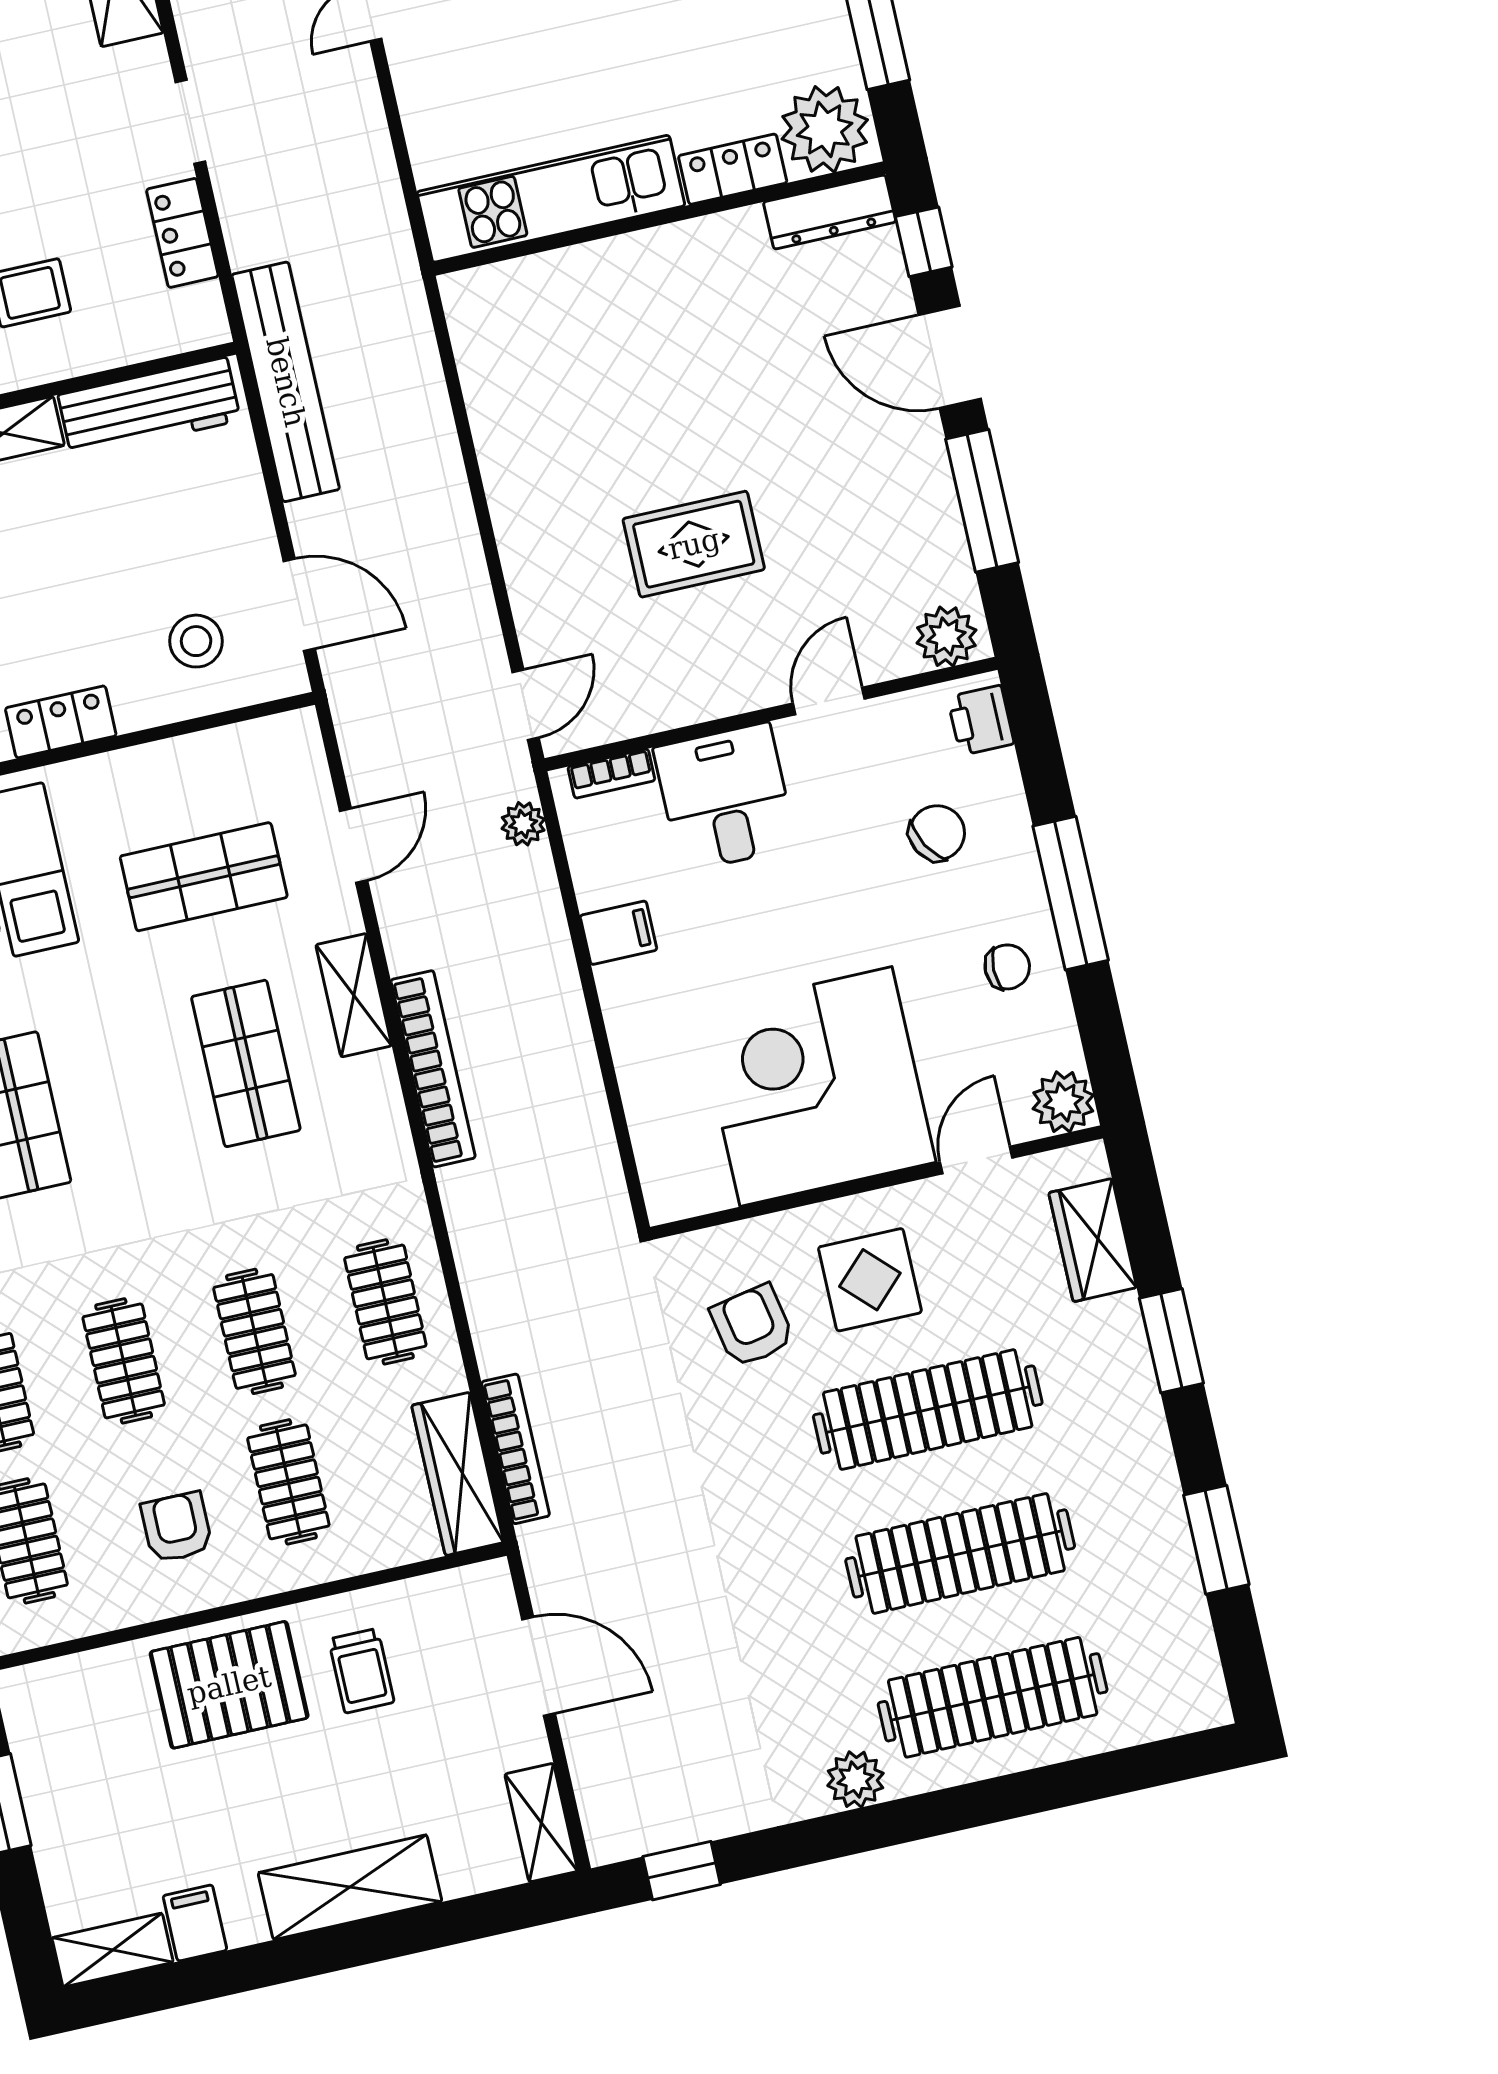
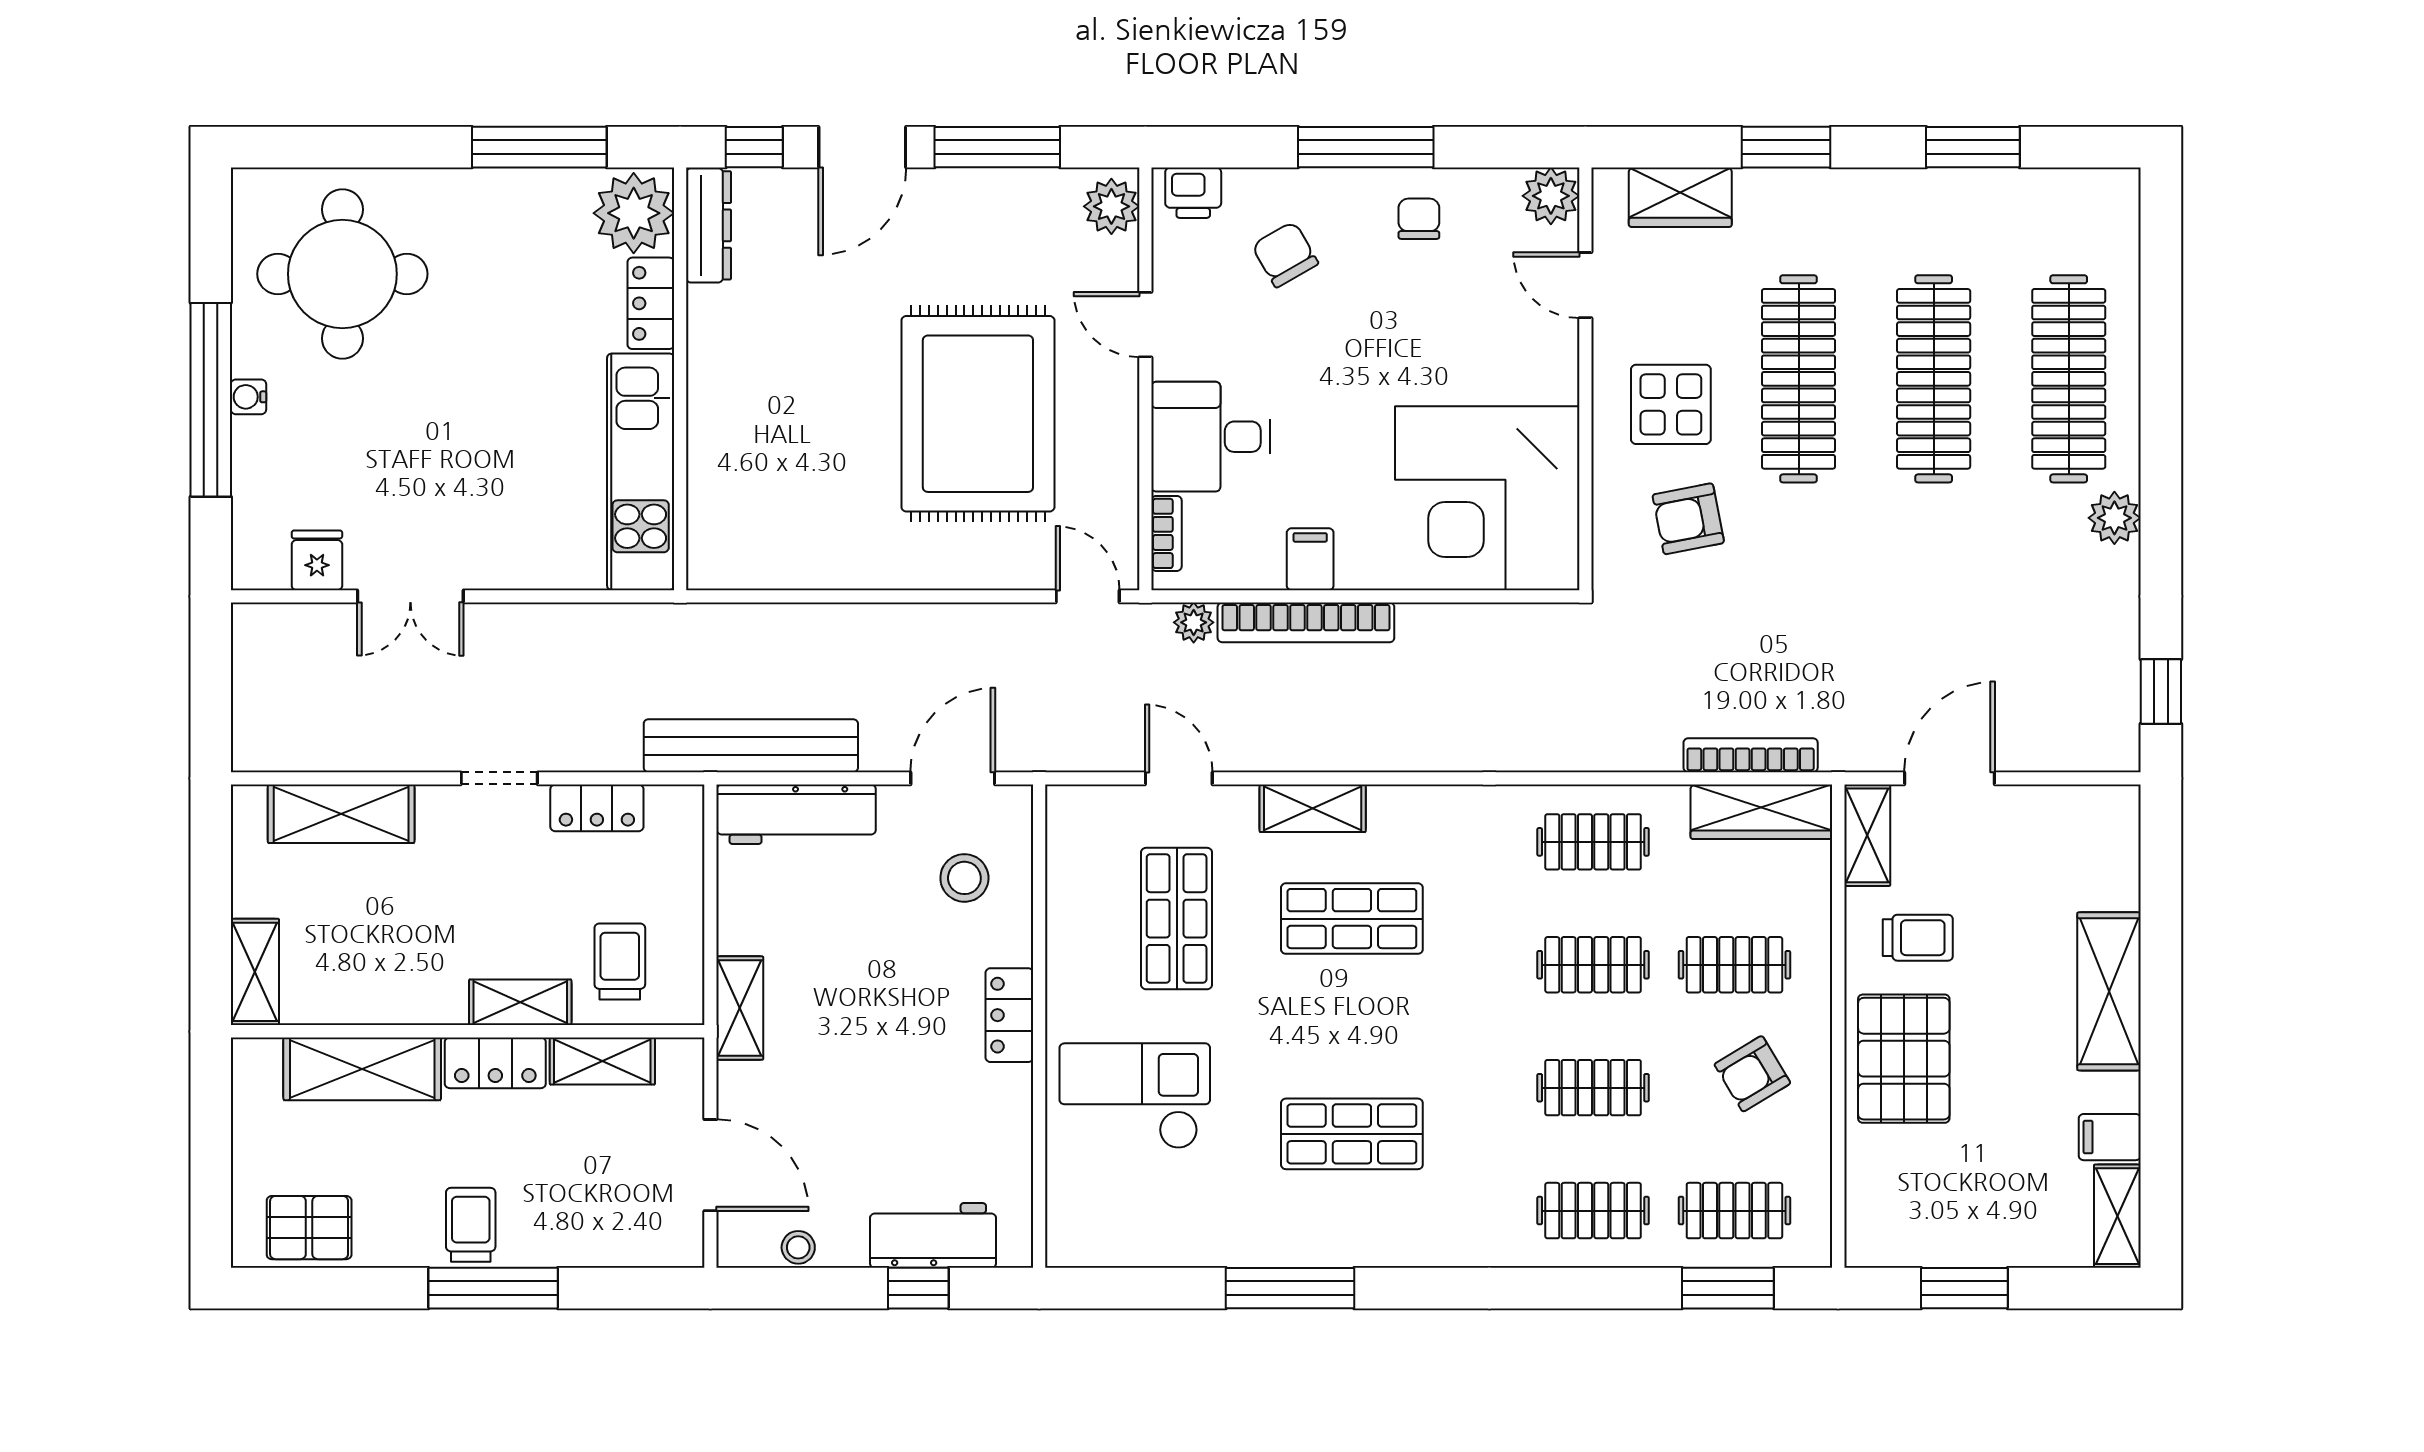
workbench: (149, 408) -> (796, 814), moved, turned 90
rug: (694, 544) -> (978, 414), width x1.86, depth x2.06
bookcase: (433, 1069) -> (1306, 622), moved, turned 180
corner desk: (816, 1086) -> (1487, 498), moved
armchair: (177, 1527) -> (1752, 1074), turned -31
shelving: (541, 1823) -> (1867, 835), moved, turned 90

